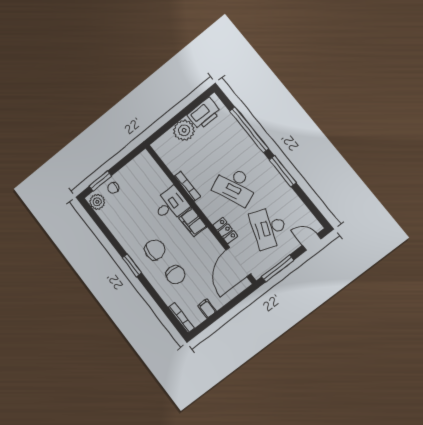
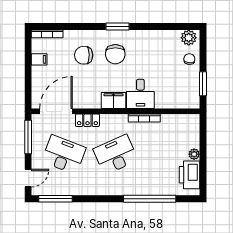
plant: (184, 130) -> (194, 154), width x0.53, depth x0.53
window: (283, 171) -> (55, 199), moved
window: (100, 181) -> (203, 84), moved
door: (238, 262) -> (56, 111), hinge flipped

